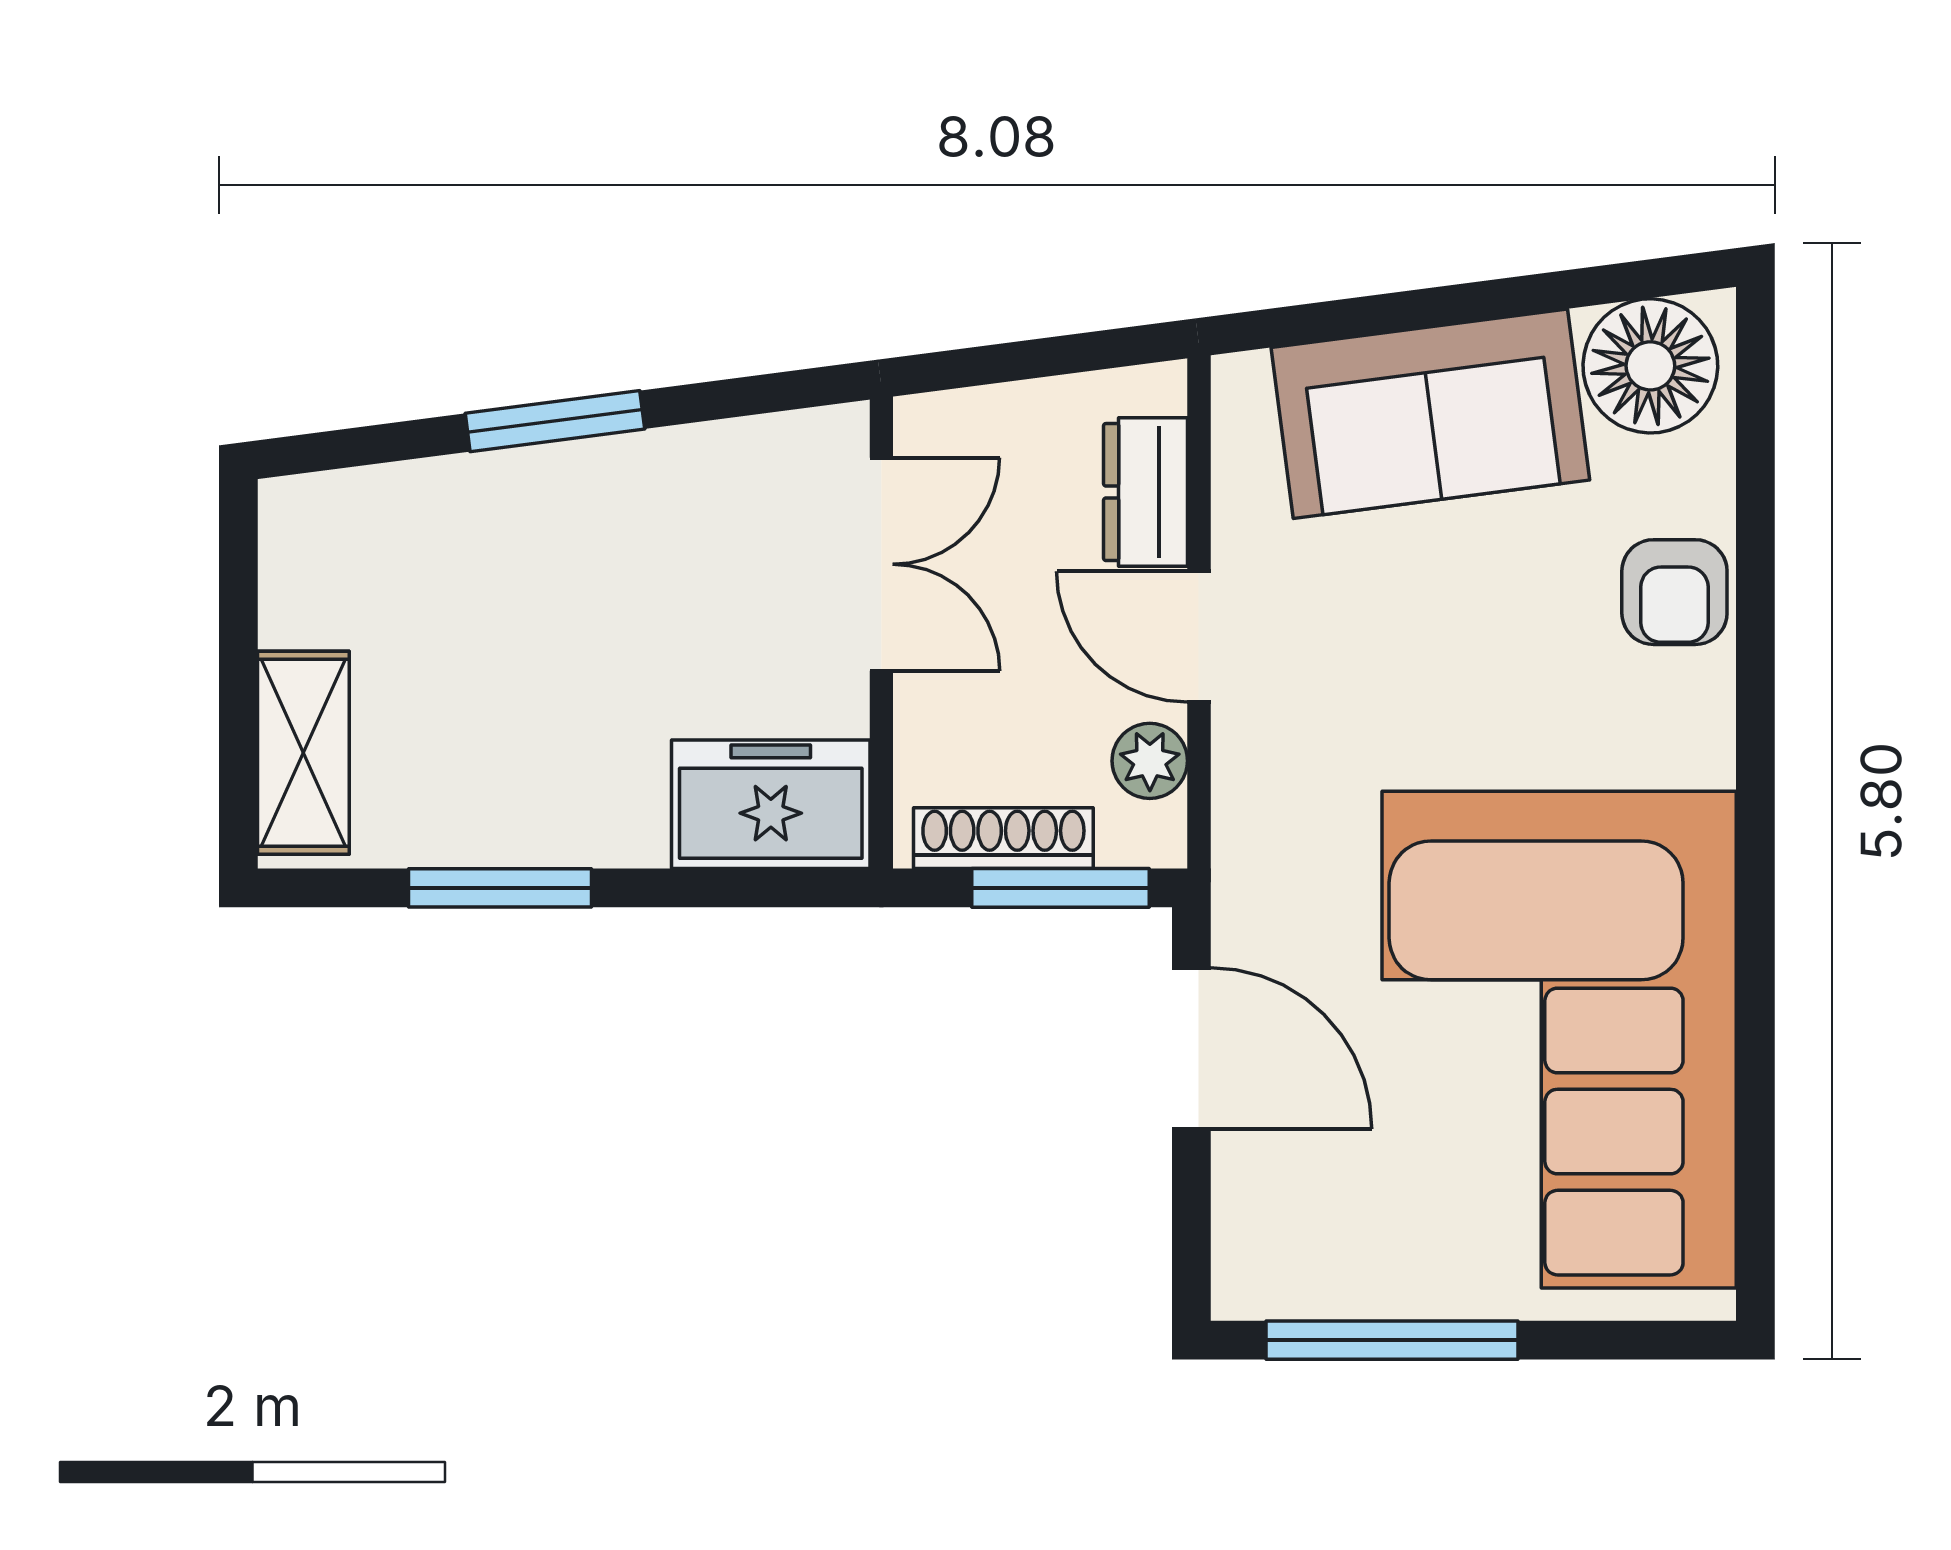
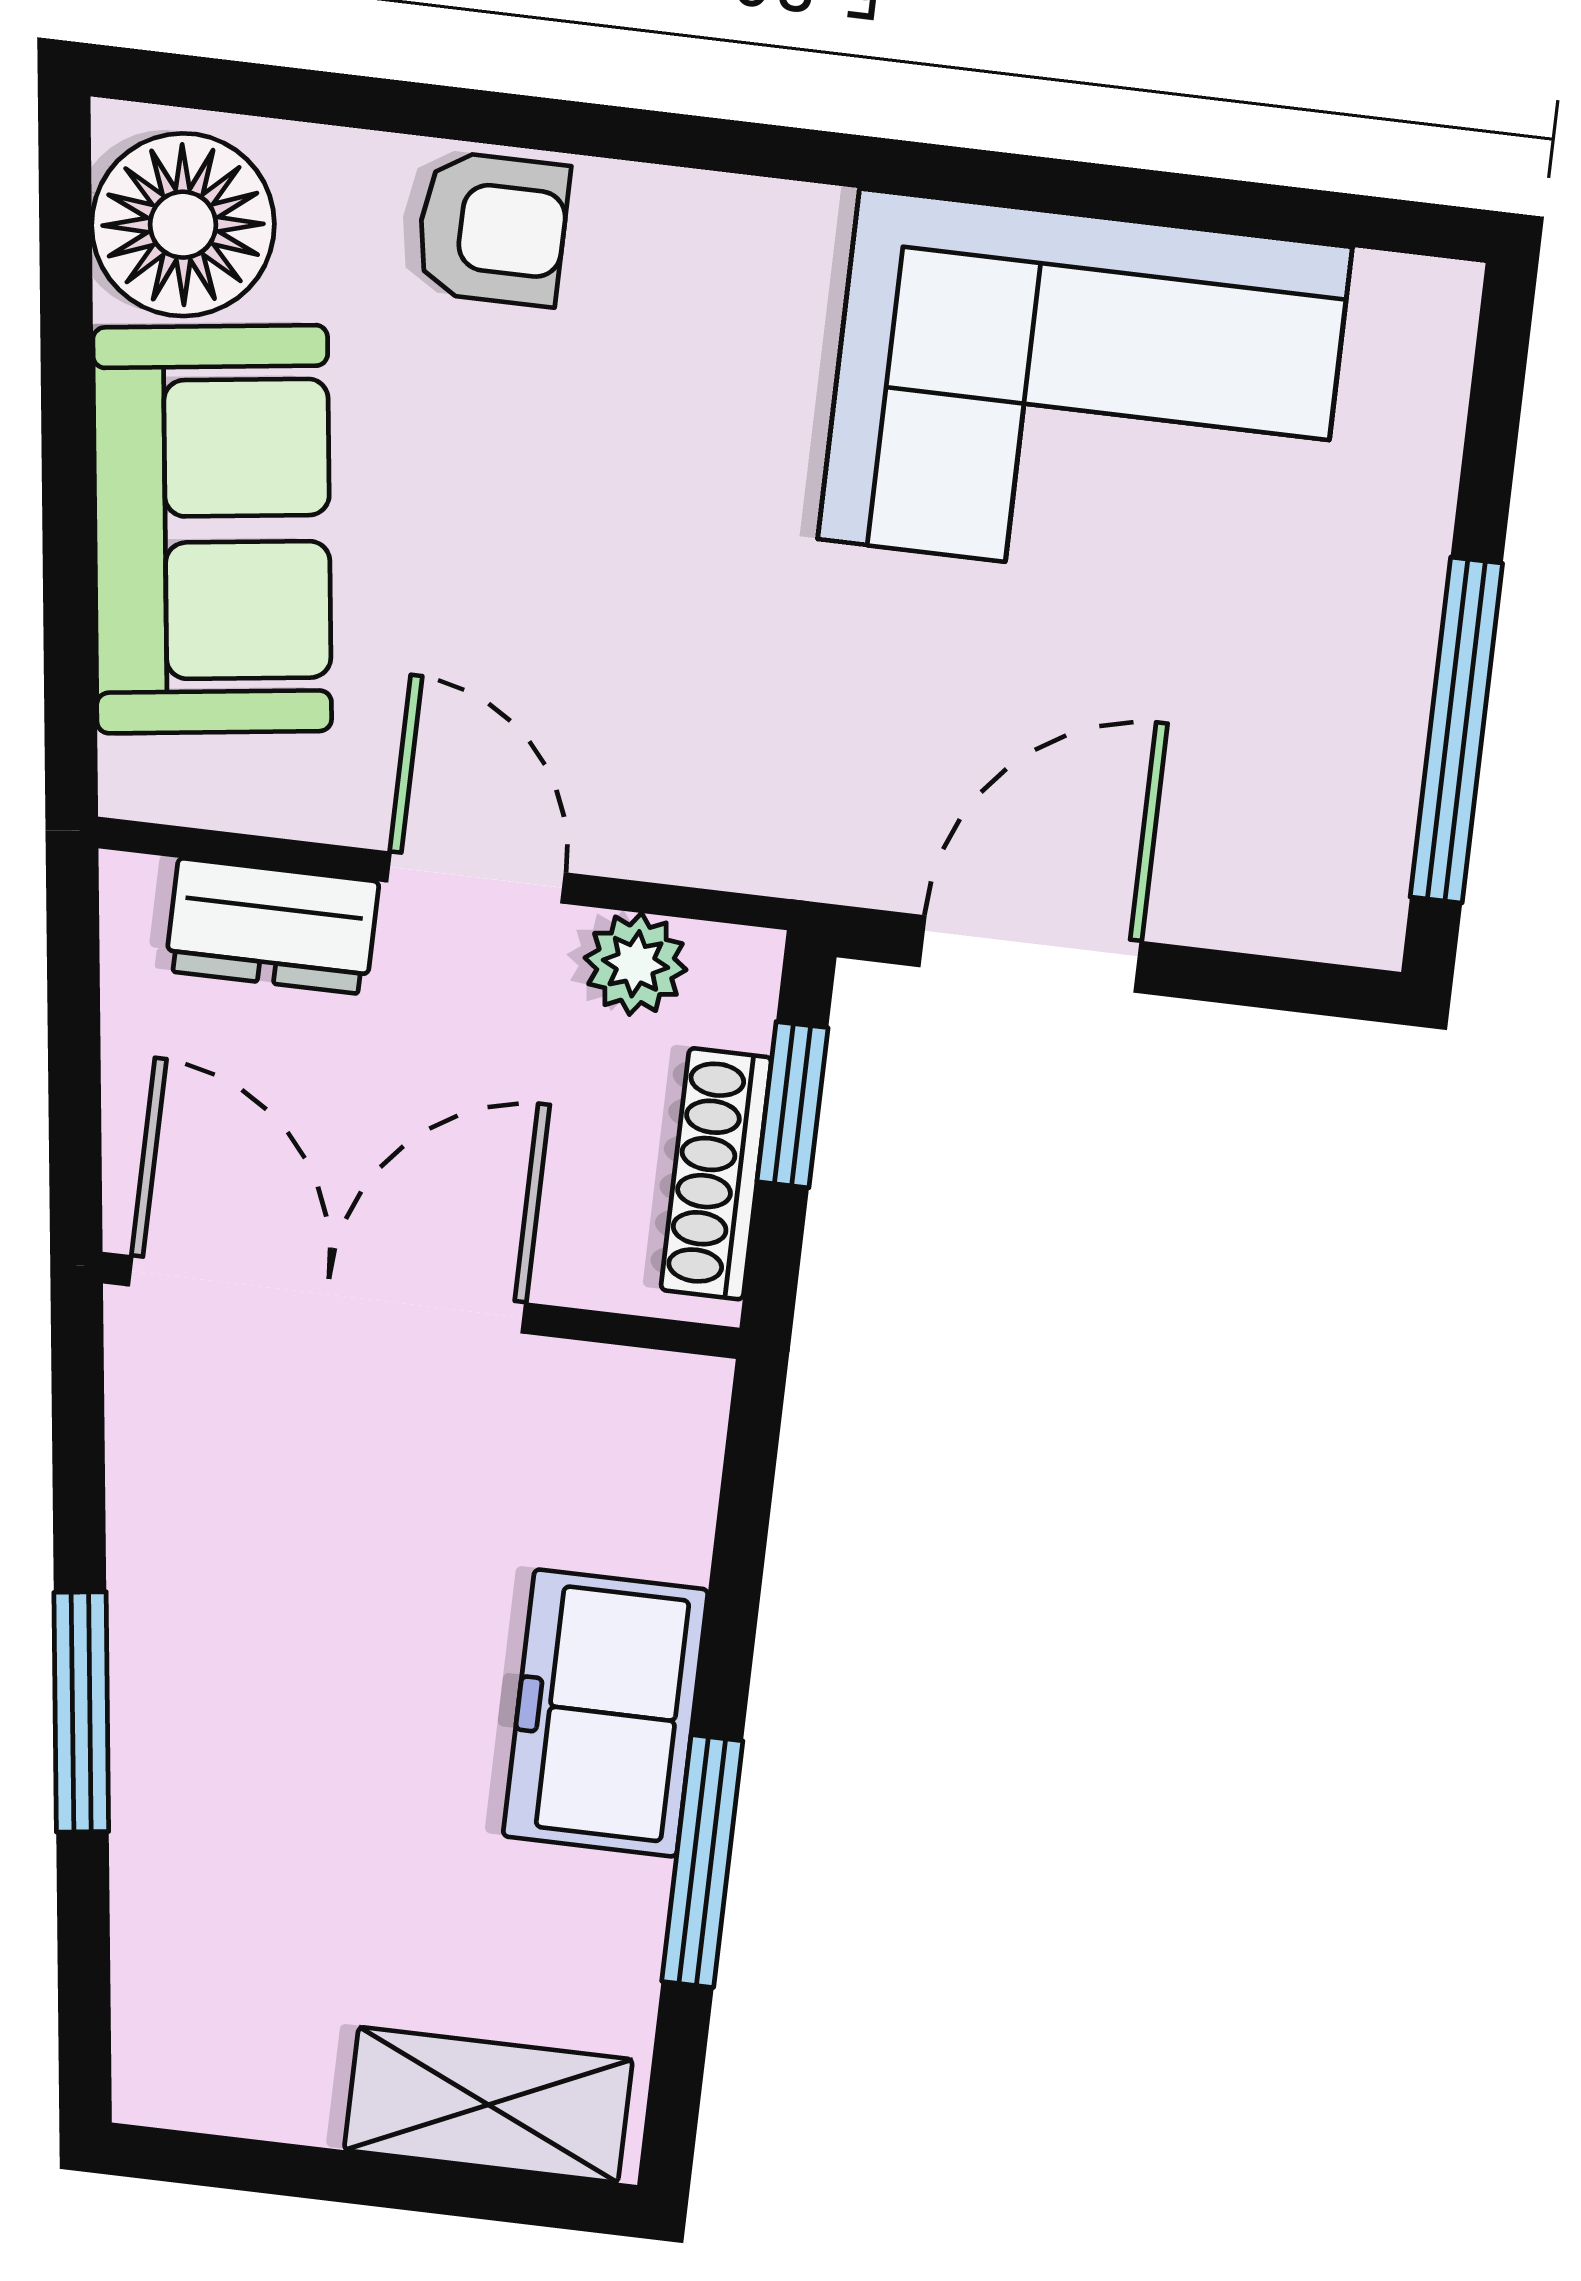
double door: (881, 564) -> (327, 1294), width x1.37
door: (1199, 637) -> (476, 877), swing flipped
freezer: (771, 804) -> (606, 1713), moved
window: (1061, 888) -> (793, 1105), width x0.67
corner sofa: (1559, 1040) -> (1085, 393), width x0.73, depth x0.74

